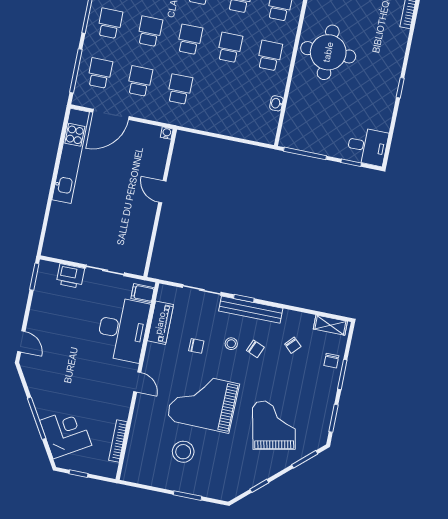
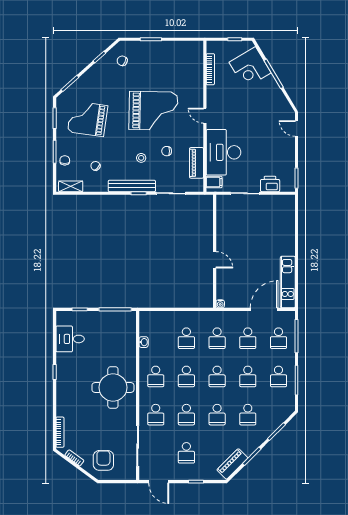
school desk: (220, 97) -> (186, 338), added
desk: (367, 146) -> (70, 339), moved
kitchen unit: (71, 156) -> (288, 282), width x0.73
chair: (255, 349) -> (122, 61), moved
grand piano: (274, 425) -> (88, 119), moved, turned 110
stool: (183, 452) -> (161, 71), removed

